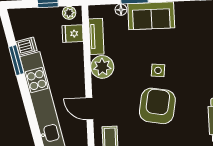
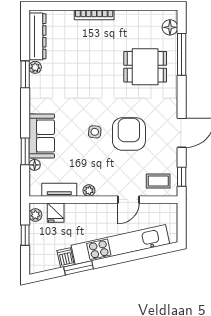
plant: (102, 67) -> (89, 191), width x0.53, depth x0.53
armchair: (157, 106) -> (129, 134), turned 80

